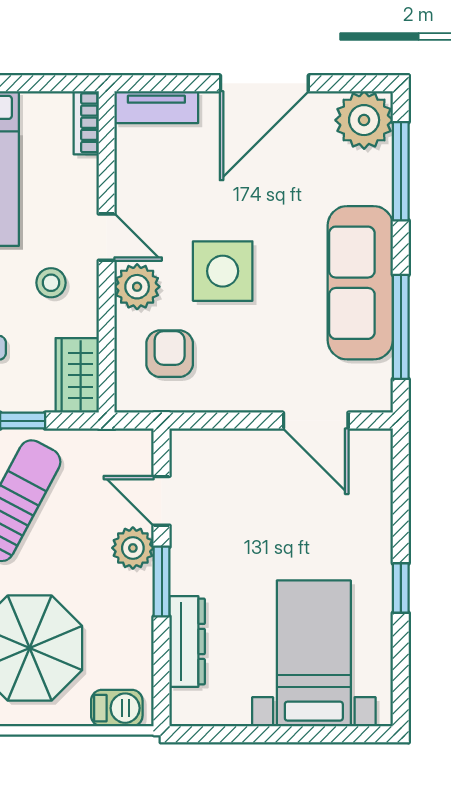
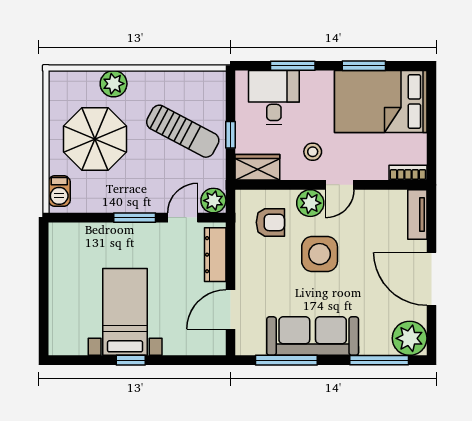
plant: (133, 548) -> (213, 201), moved
dresser: (187, 641) -> (215, 255), moved, turned 90
bed with nightstands: (314, 653) -> (125, 312), moved, turned -90

